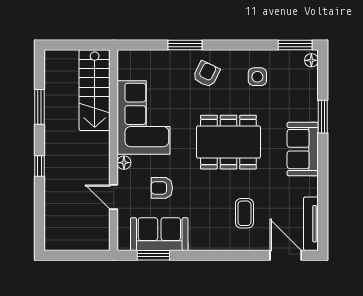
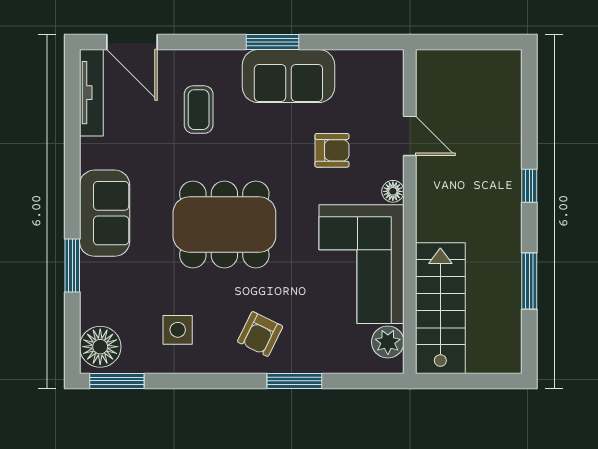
floor lamp: (311, 60) -> (100, 347), width x1.89, depth x1.89
plant: (127, 69) -> (388, 342), added
sofa: (159, 234) -> (288, 76), moved
window: (153, 255) -> (273, 42), moved

